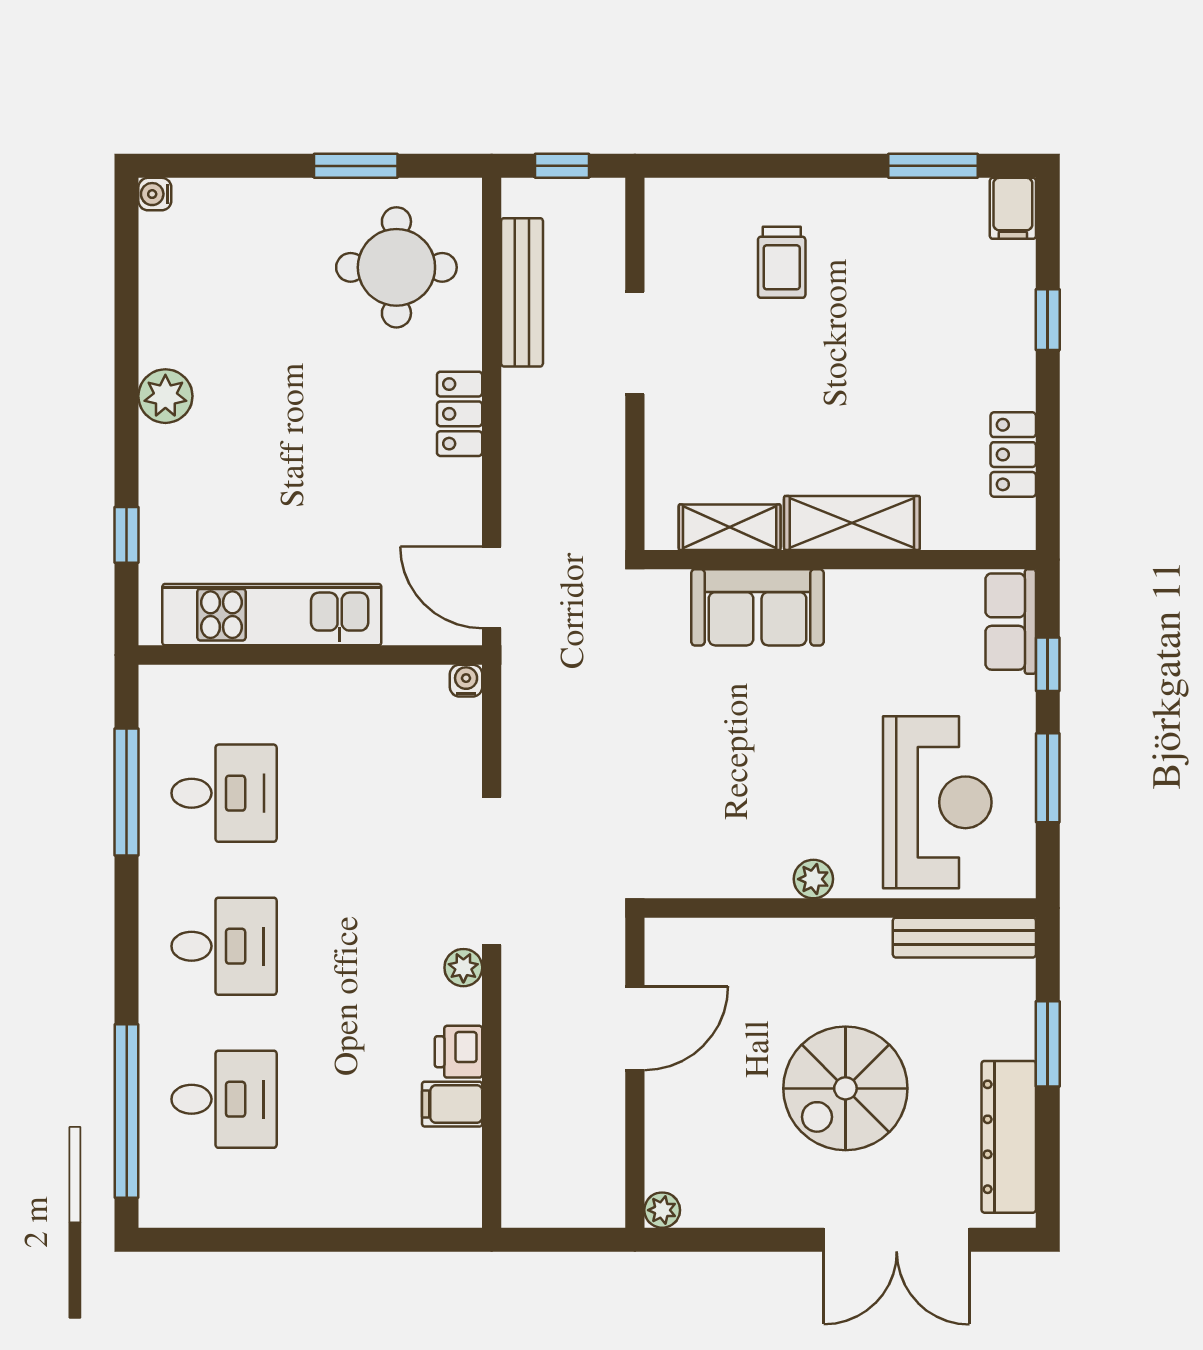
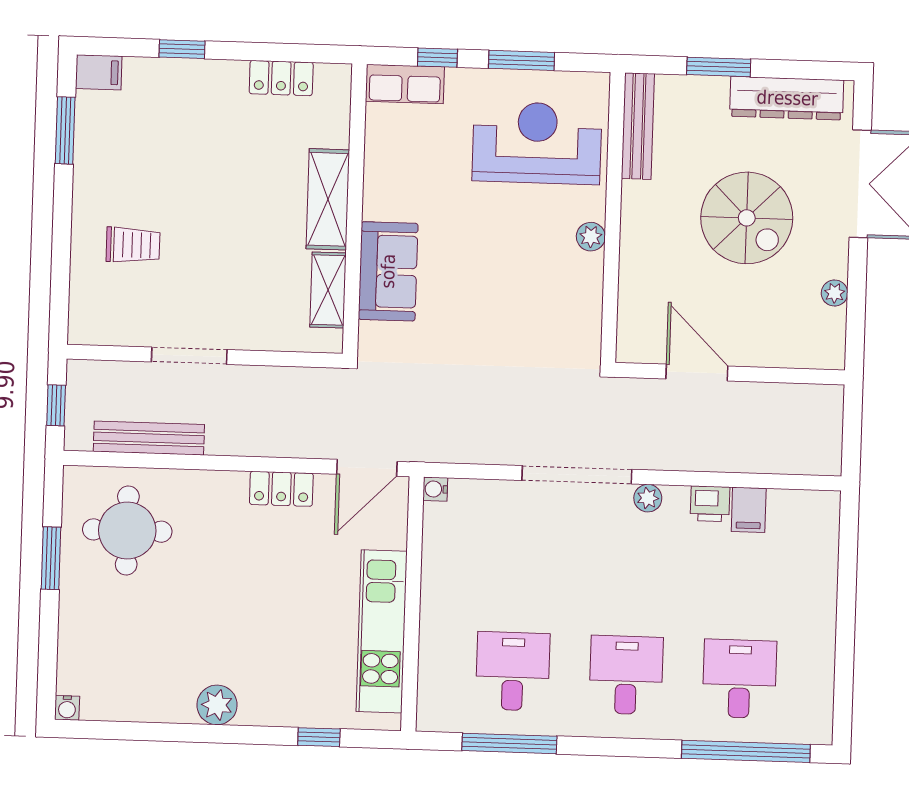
locker: (460, 414) -> (281, 489), moved
plant: (662, 1210) -> (835, 293), moved

